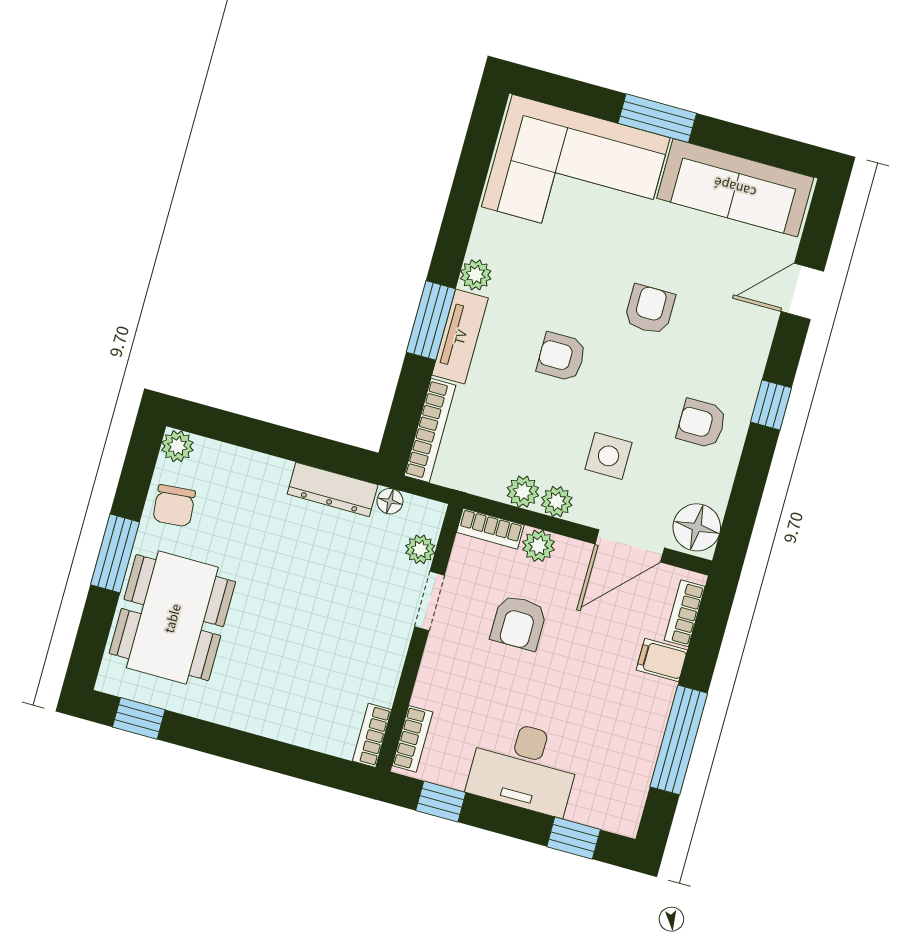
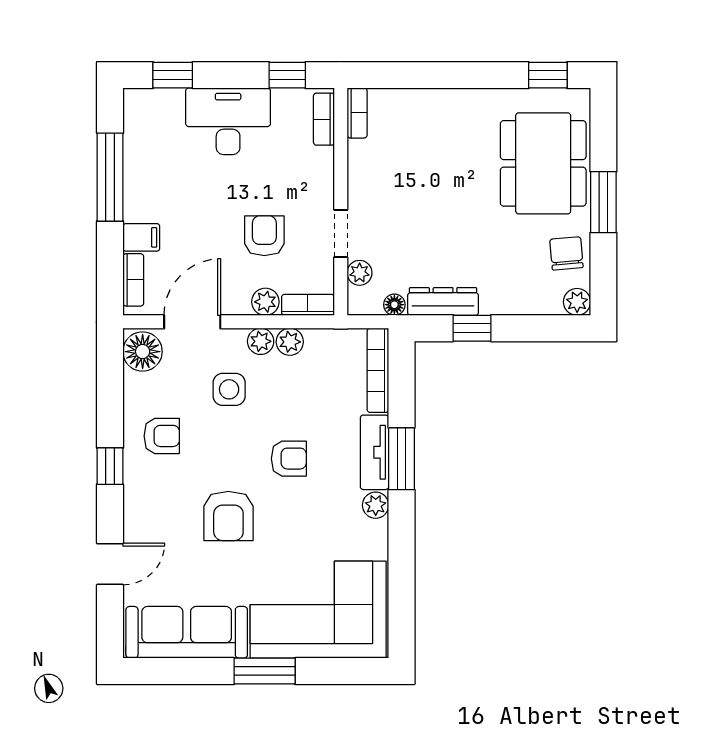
armchair: (650, 309) -> (228, 516), width x1.38, depth x1.38
window: (308, 449) -> (472, 328), added

